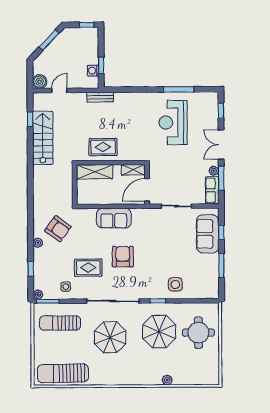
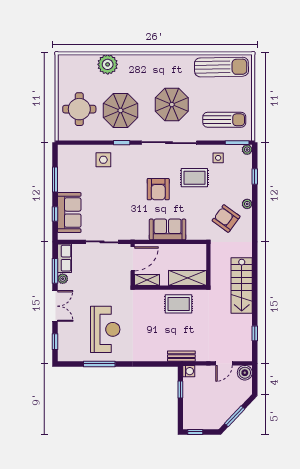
washing machine: (93, 71) -> (189, 371), moved
stairs: (43, 138) -> (242, 286), moved
plant: (167, 380) -> (108, 64), width x1.88, depth x1.88

